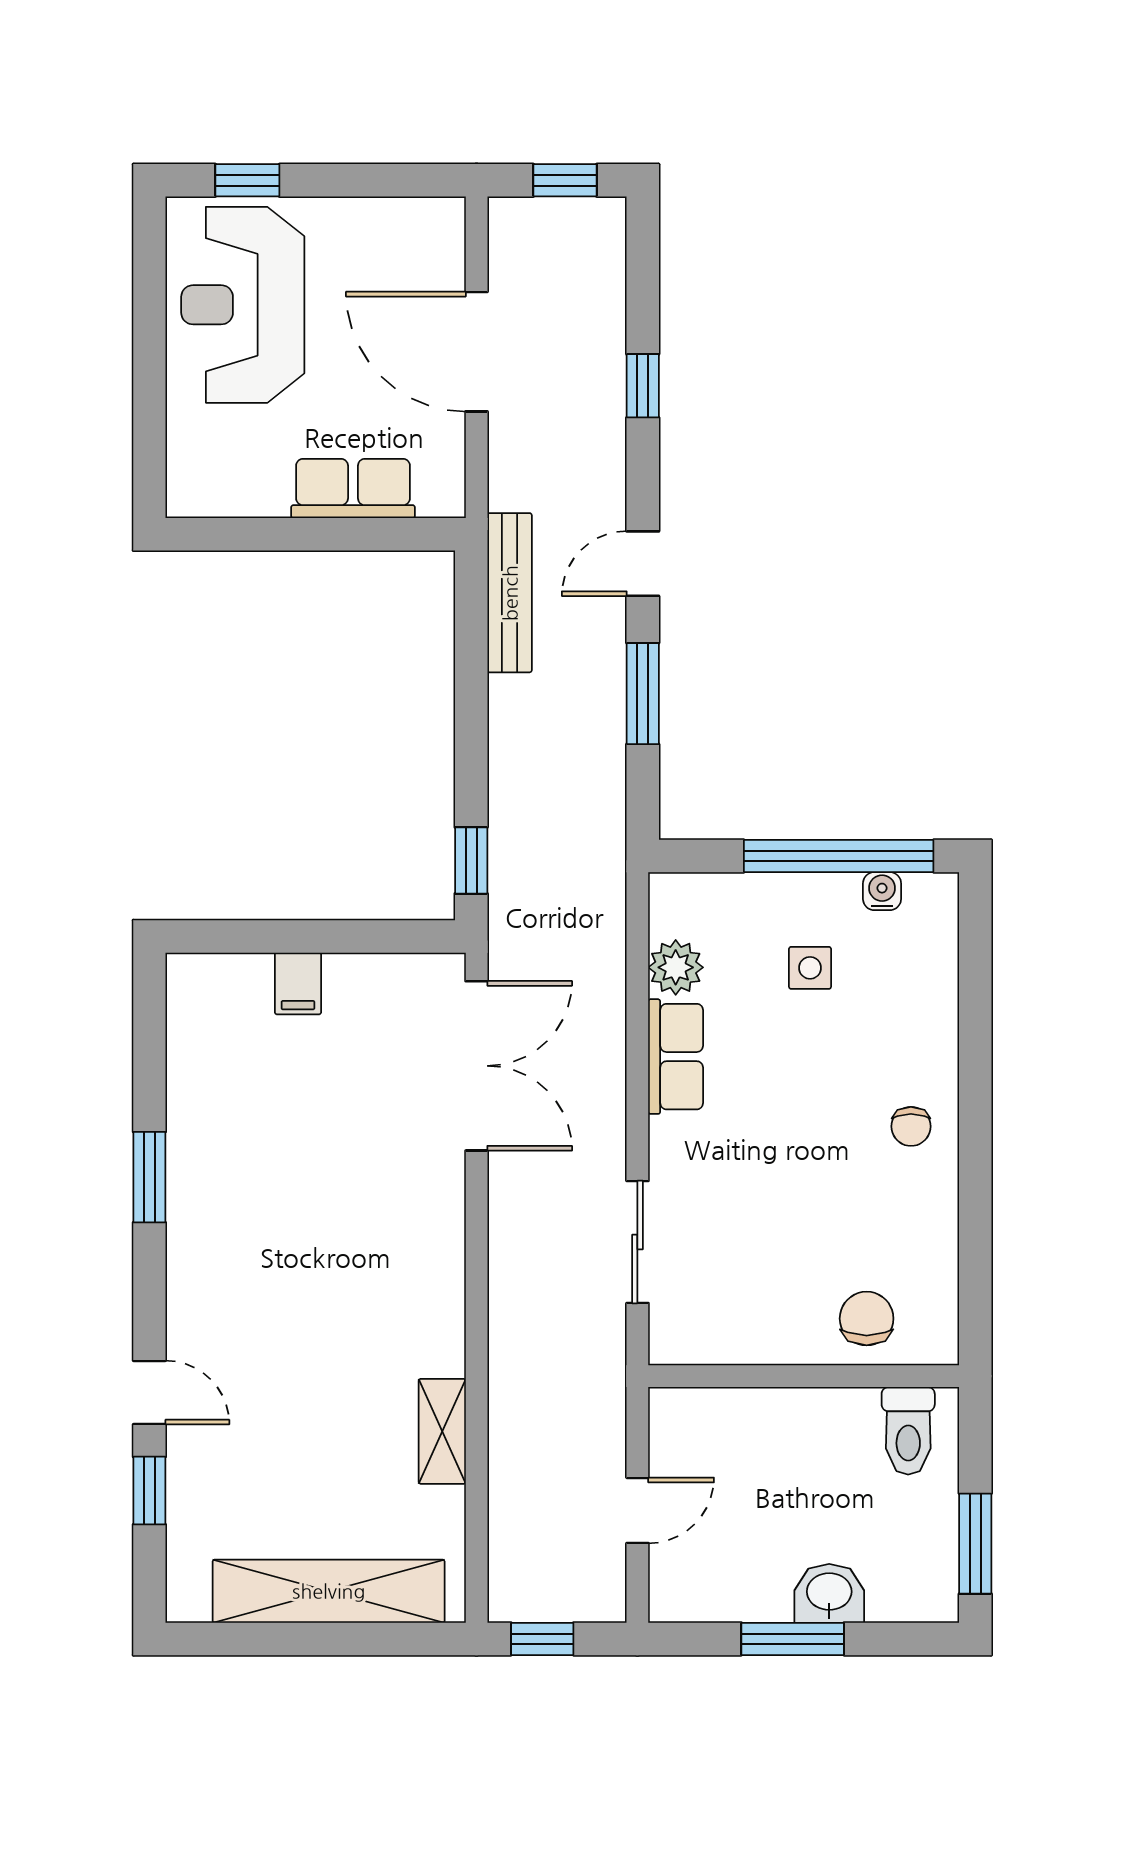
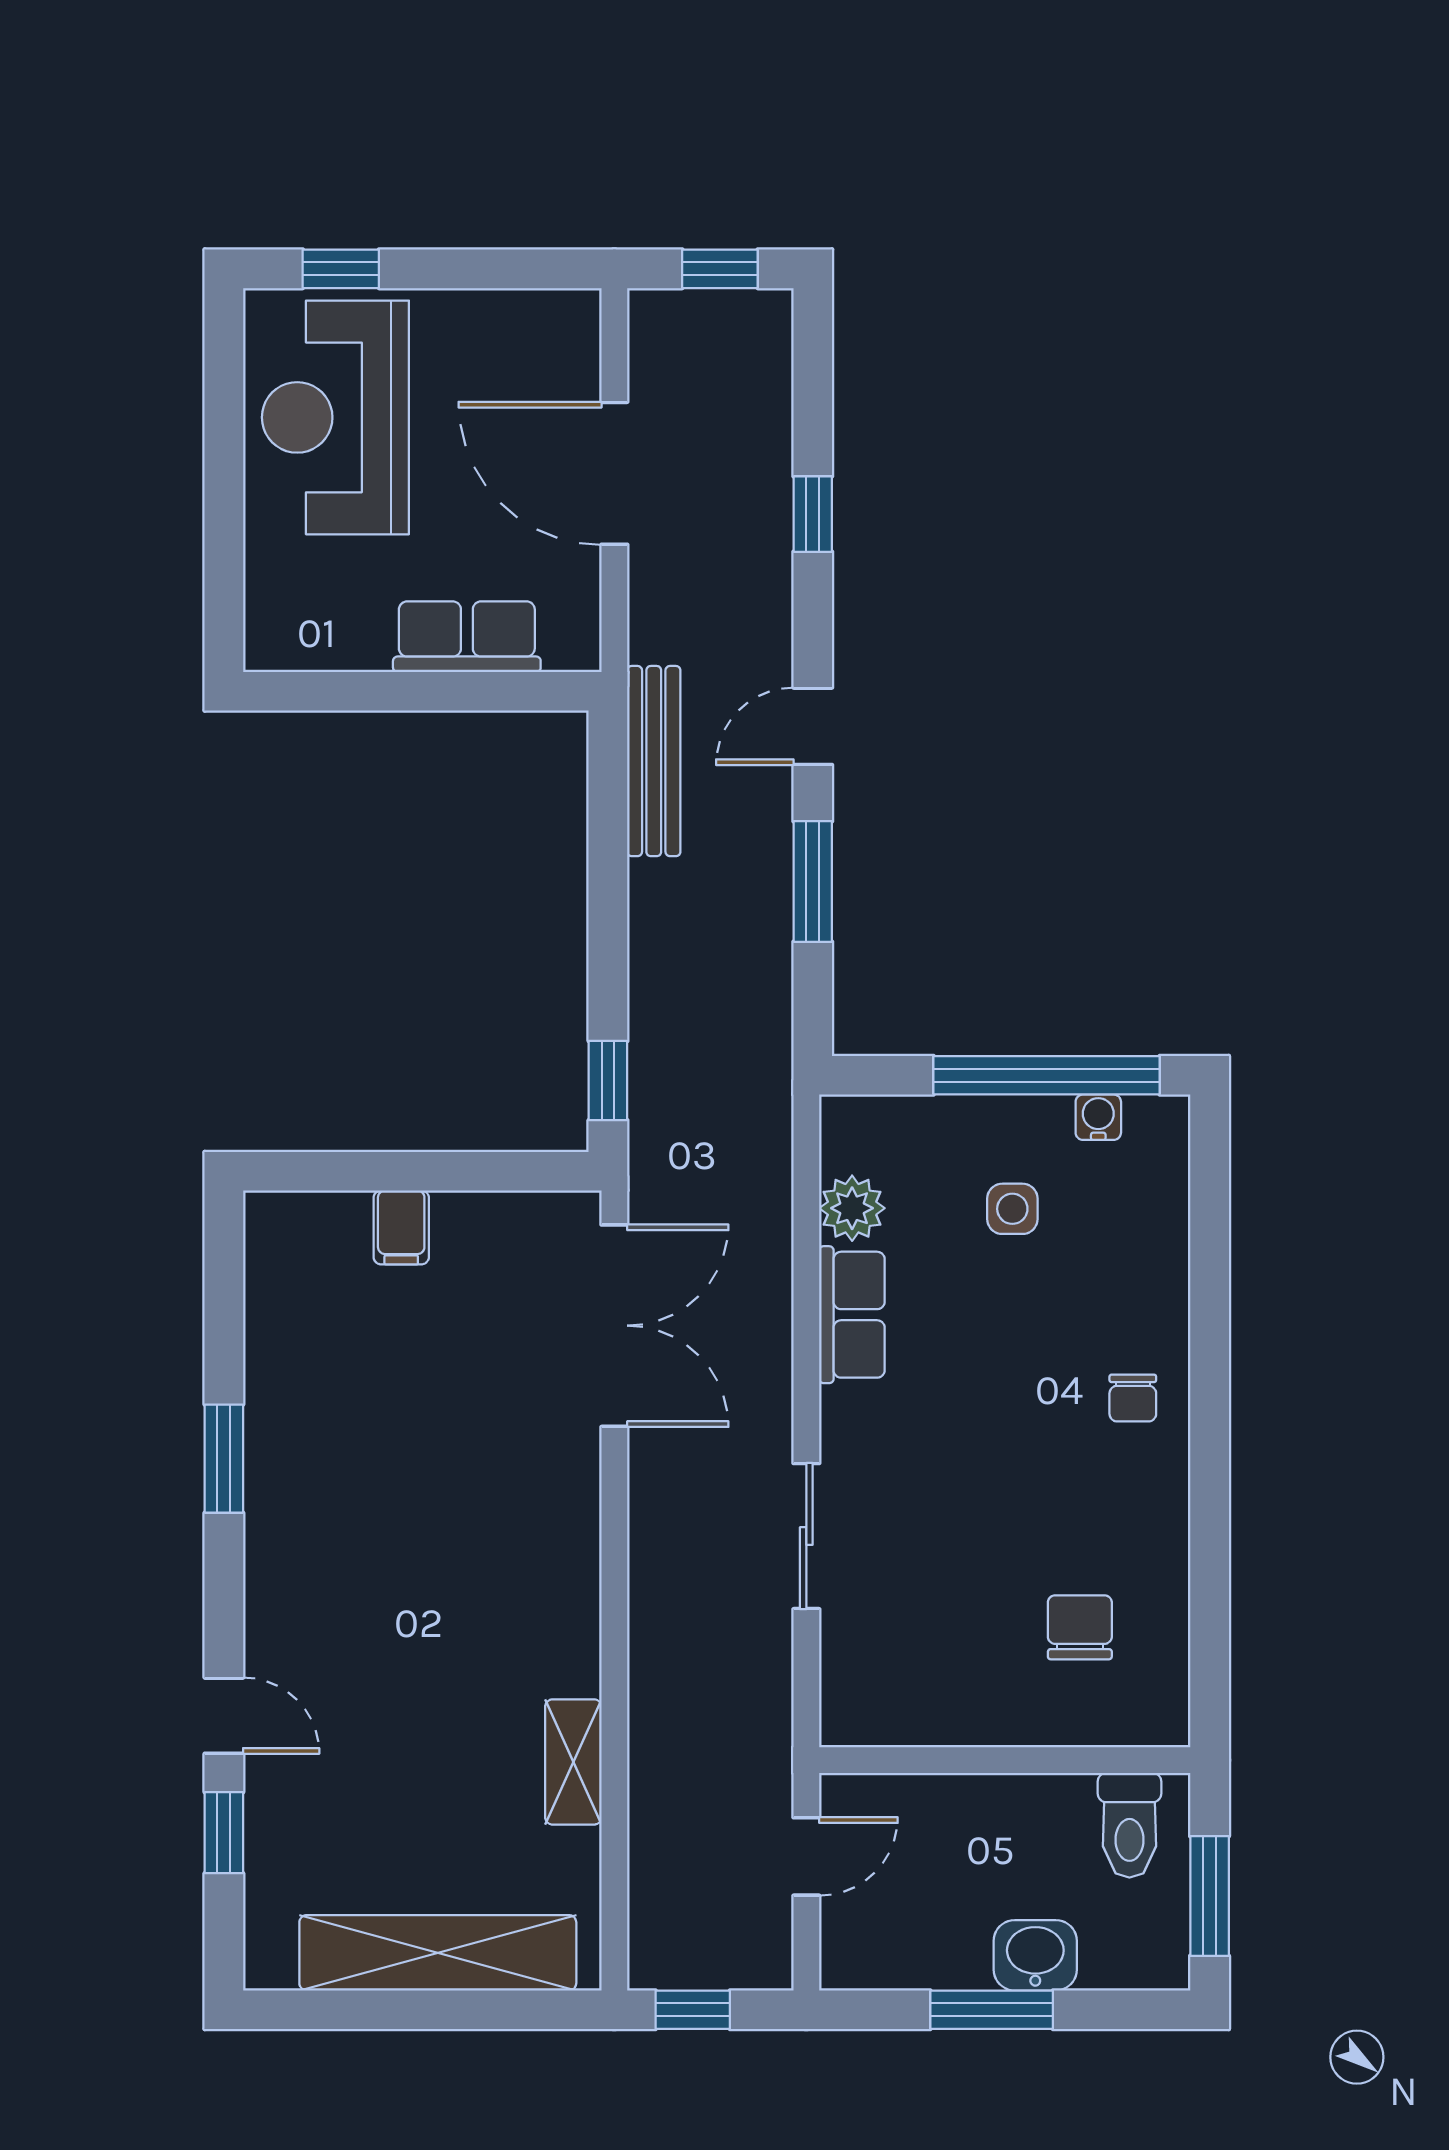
wall: (804, 1376) -> (1005, 1760), moved
toilet: (908, 1431) -> (1129, 1825), moved

